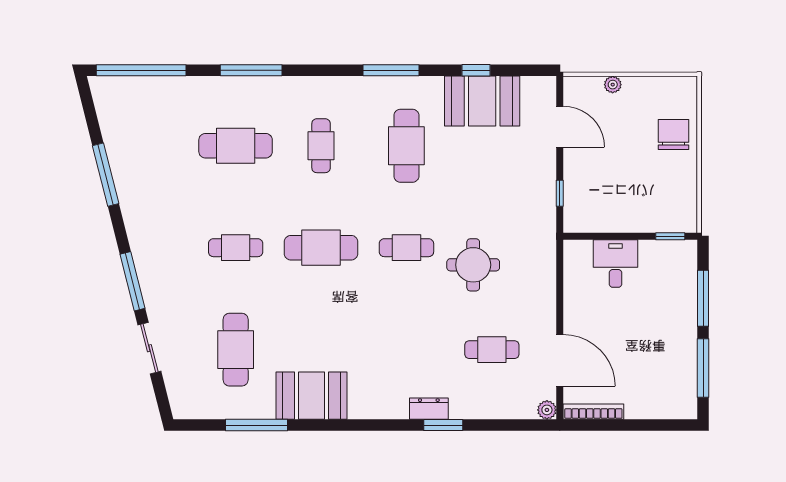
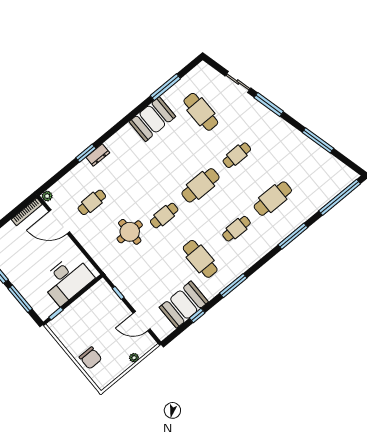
cafe table: (321, 146) -> (236, 229), turned 90
desk: (615, 264) -> (67, 280), width x1.87, depth x1.30

